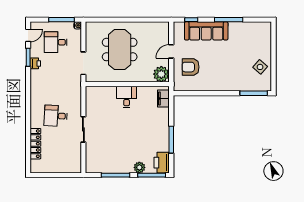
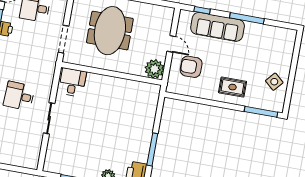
door: (171, 51) -> (171, 44), swing flipped
rug: (227, 77) -> (233, 87), added
desk: (127, 97) -> (72, 82), moved
filing cabinet: (163, 99) -> (152, 99), removed

